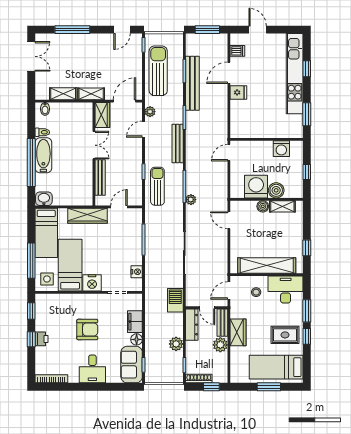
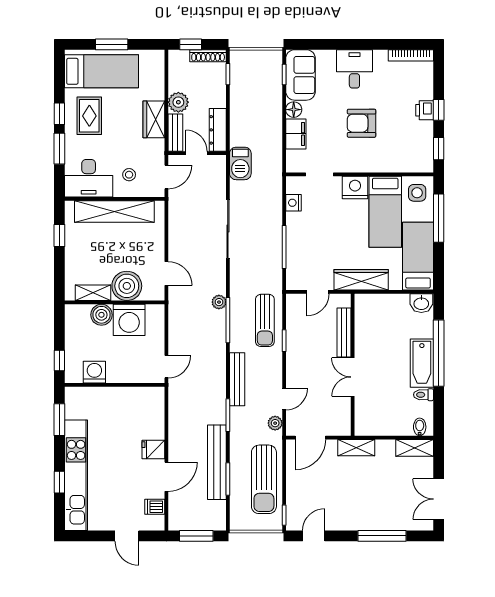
shelving: (63, 94) -> (415, 448), moved
wardrobe: (102, 115) -> (341, 418), removed
window: (307, 172) -> (59, 360), moved
boiler: (263, 206) -> (127, 286), width x1.86, depth x1.86
rug: (285, 335) -> (89, 116), turned 90
plant: (176, 344) -> (239, 103), removed

